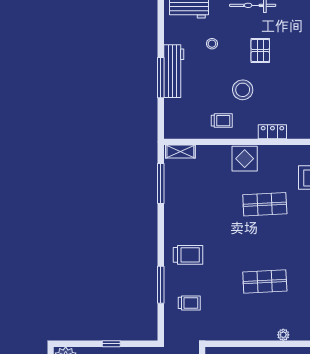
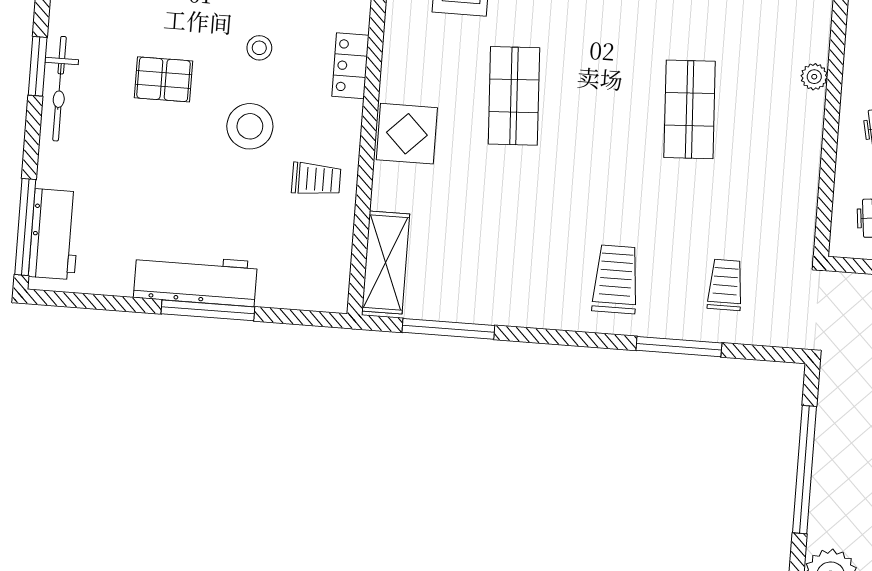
stool: (212, 44) -> (259, 48), moved
trolley: (222, 121) -> (316, 179), turned 90
shelving: (180, 152) -> (386, 262), width x1.50, depth x1.33
window: (111, 344) -> (805, 470), width x3.17

